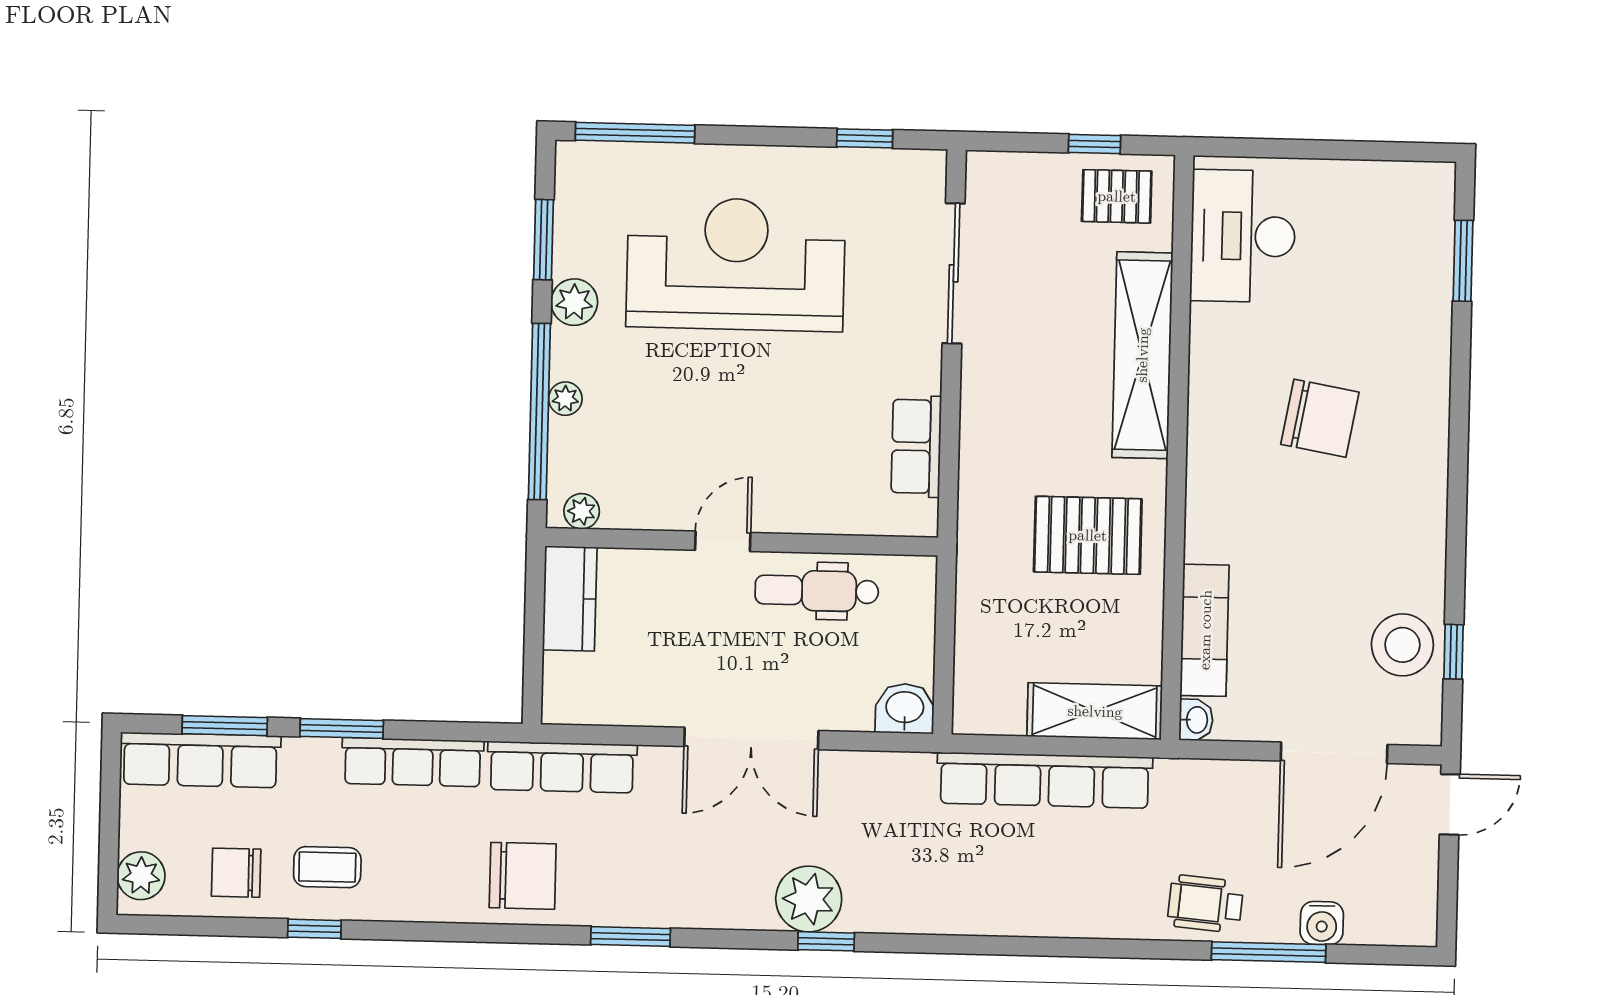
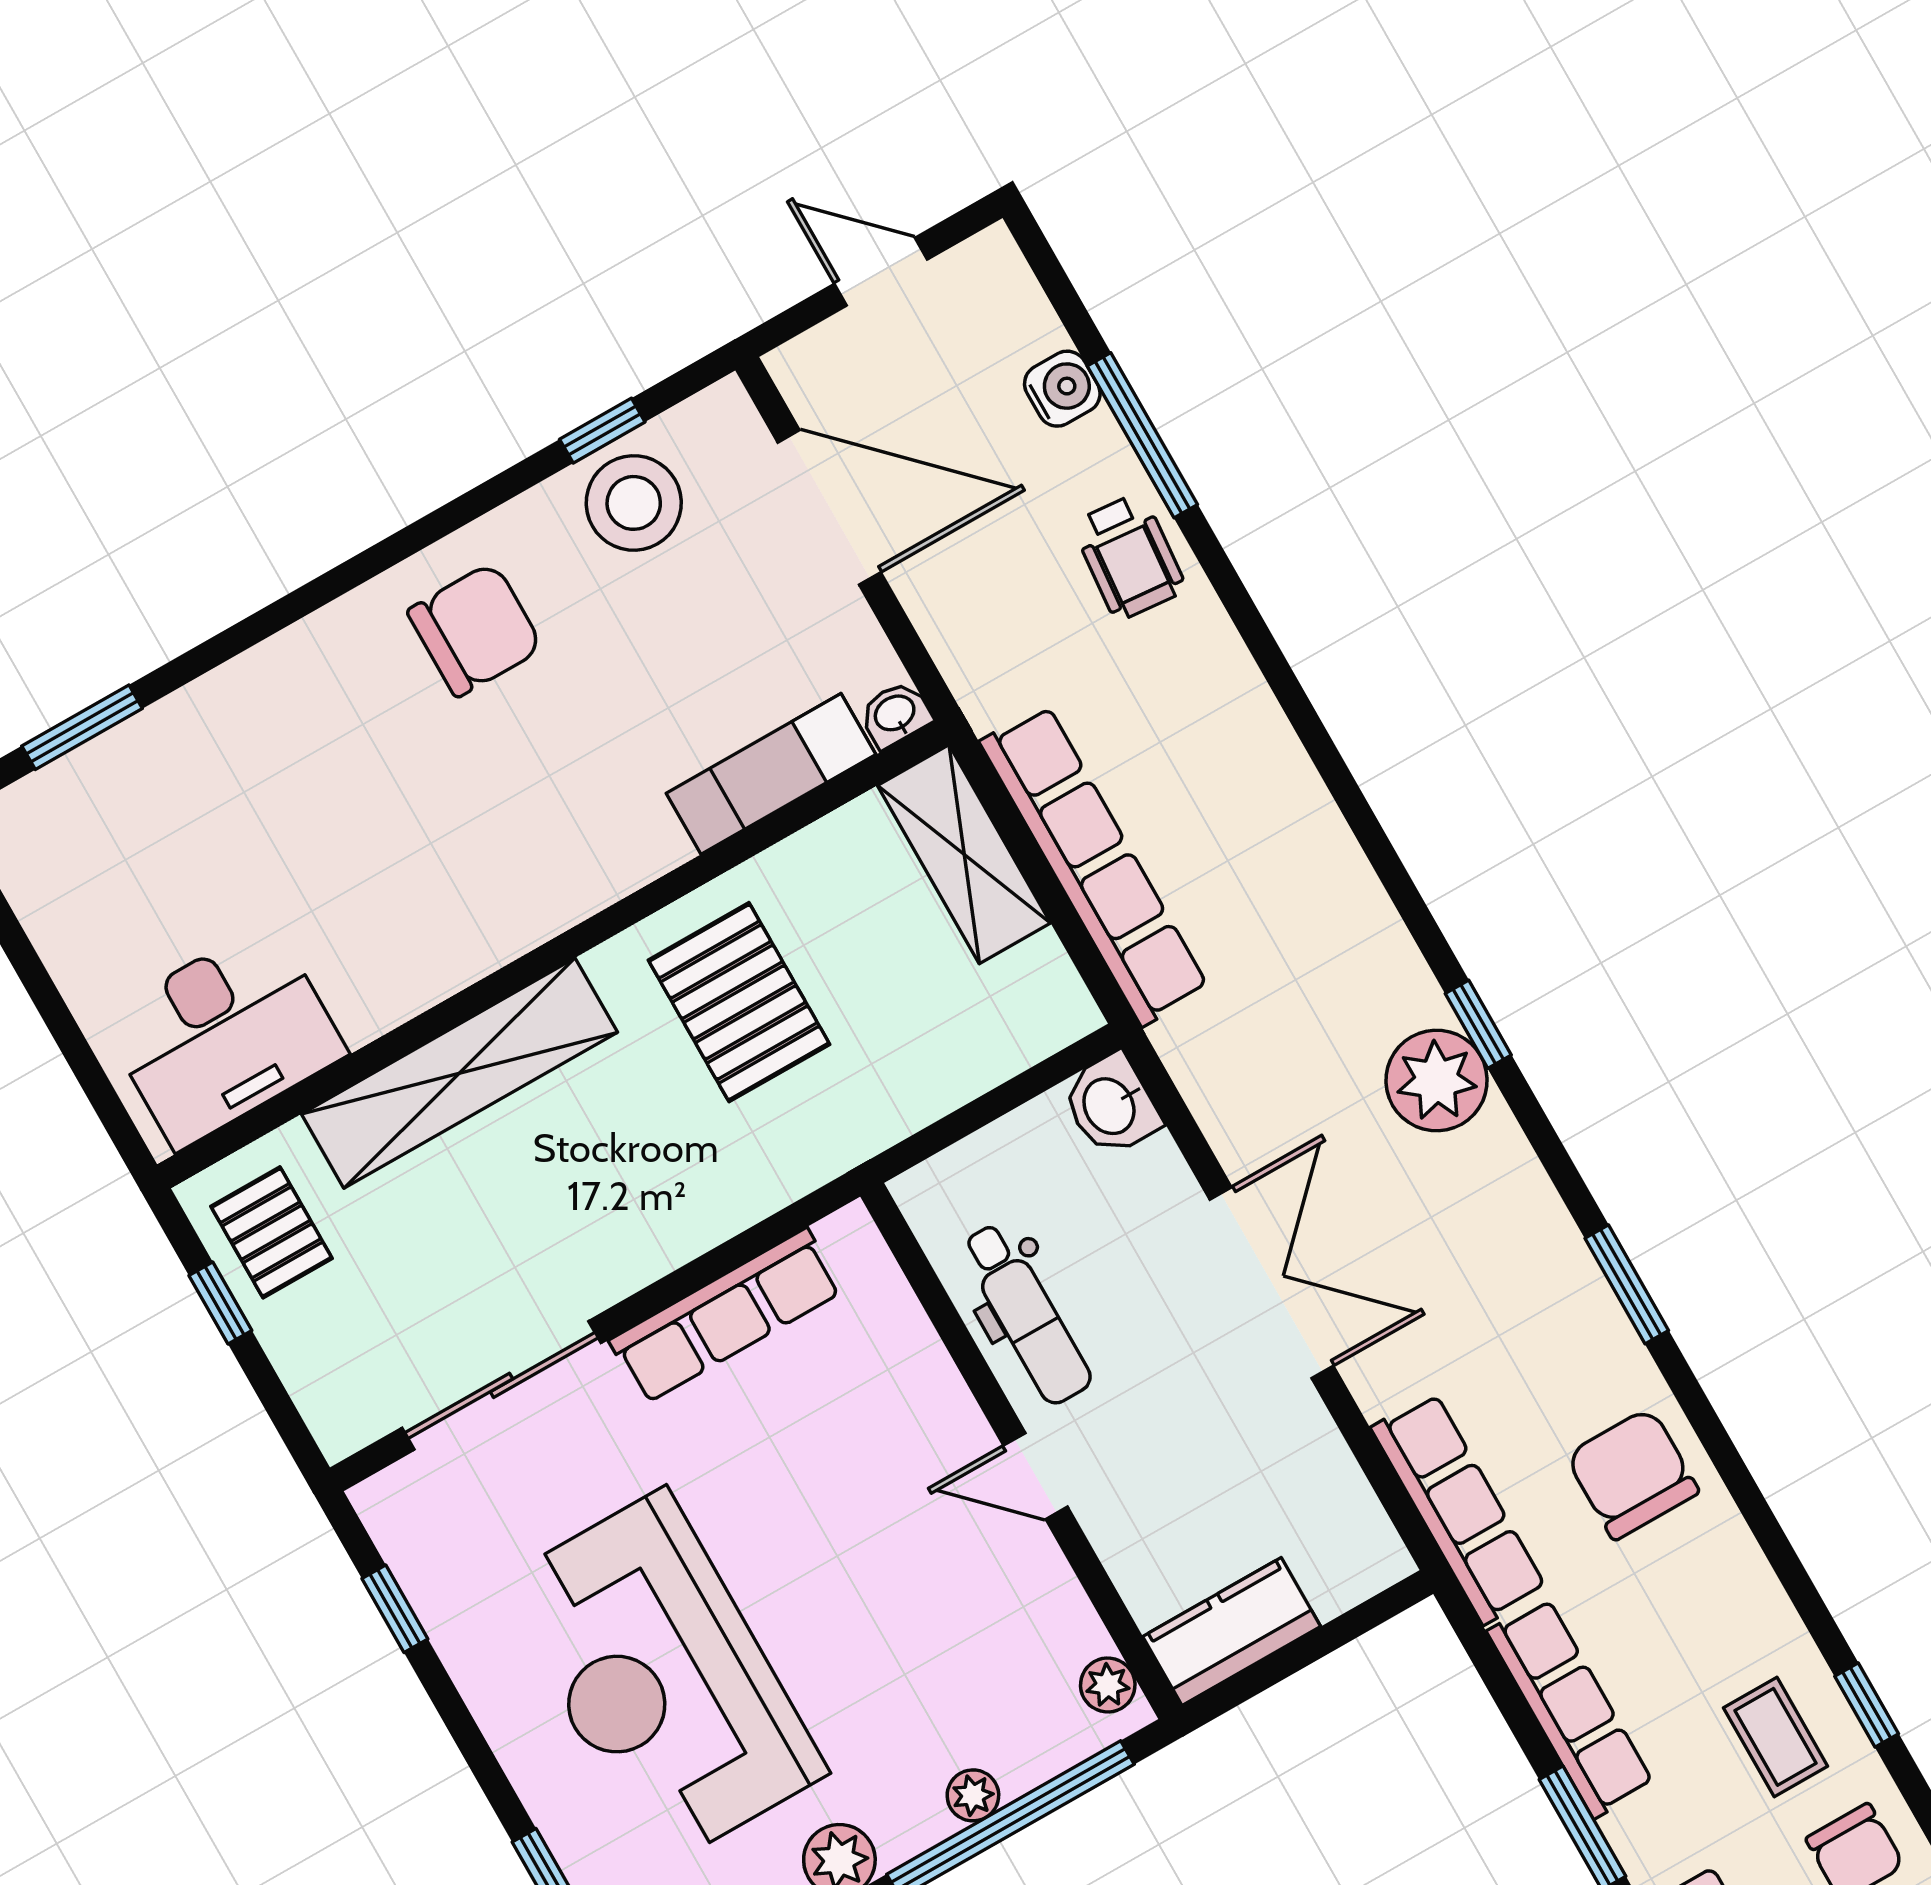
chair: (1320, 418) -> (475, 630), moved, turned 80
row of seats: (916, 446) -> (726, 1316), width x1.48
door: (1450, 804) -> (881, 272), moved

